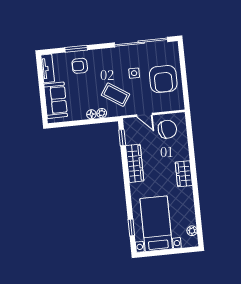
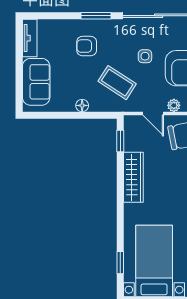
window: (76, 49) -> (96, 16), moved
armchair: (80, 66) -> (87, 46), moved
plant: (102, 113) -> (174, 105), moved

